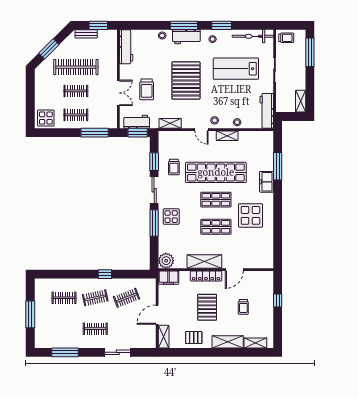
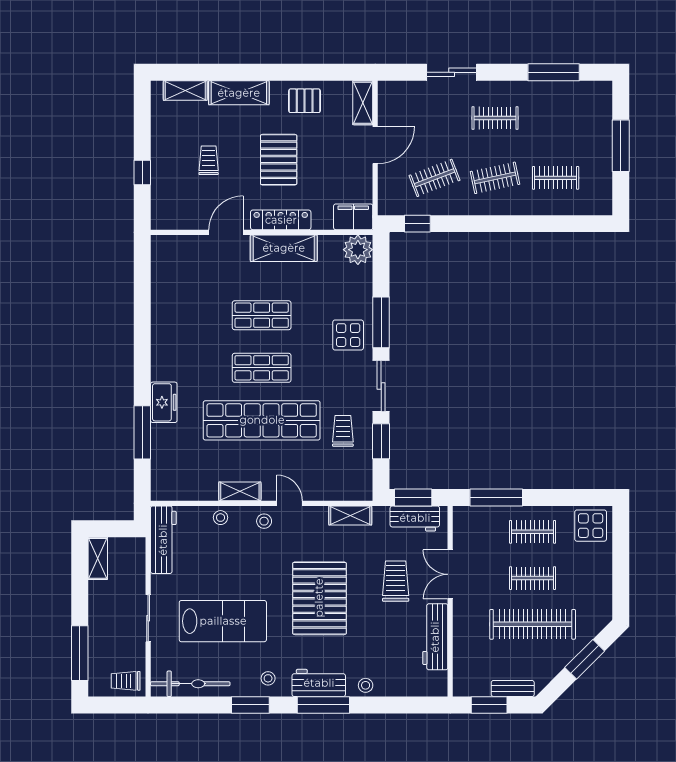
workbench: (126, 47) -> (435, 637), moved
display table: (250, 215) -> (195, 337), removed
window: (105, 274) -> (417, 224), moved

